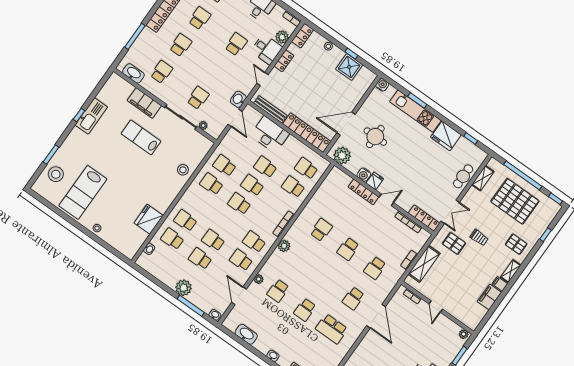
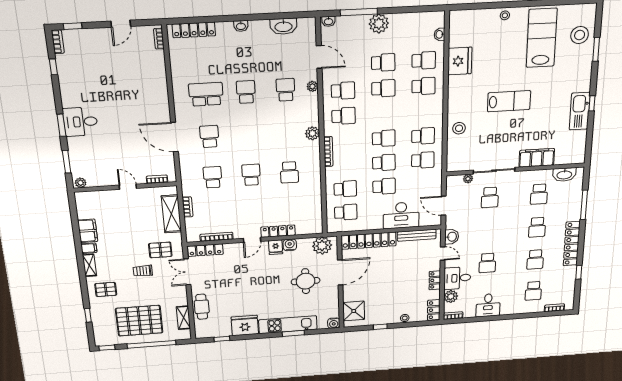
shower: (349, 67) -> (354, 311), moved
washbasin: (238, 99) -> (452, 237), moved
lab bench: (141, 137) -> (509, 101), moved

